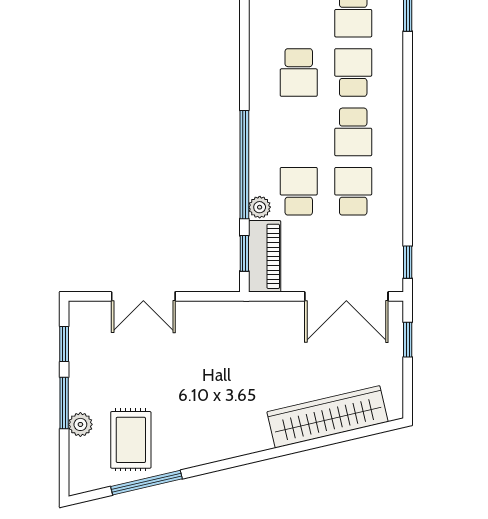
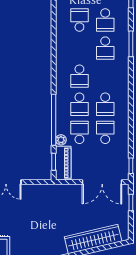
school desk: (353, 73) -> (79, 104), moved, turned 180

